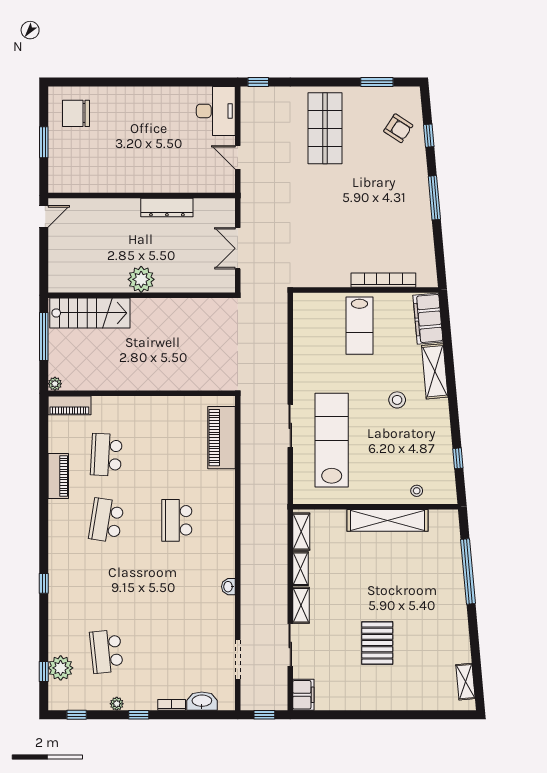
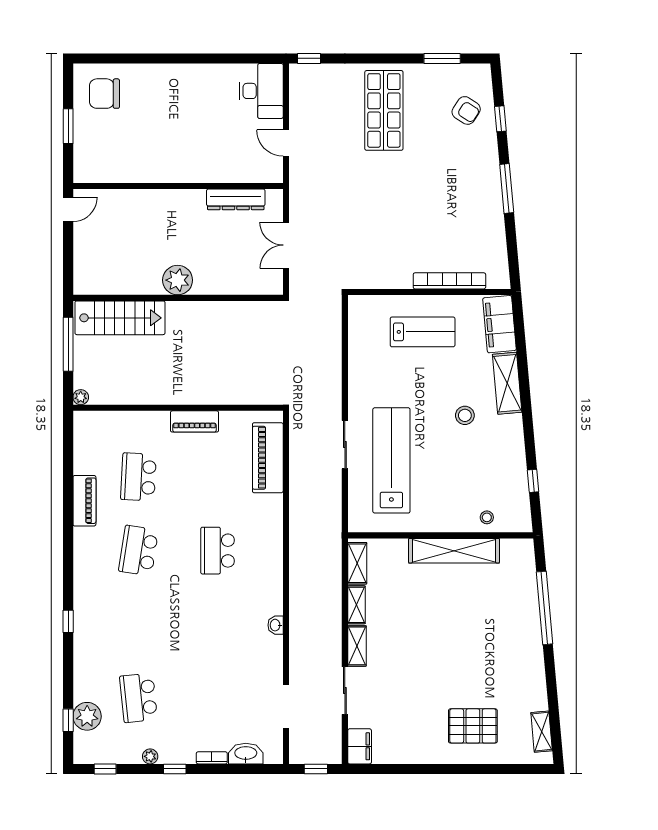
dresser: (167, 207) -> (236, 199), moved
lab bench: (359, 326) -> (423, 332), turned -90
piano: (69, 405) -> (194, 421), moved
pallet: (377, 643) -> (473, 726), moved, turned 90

